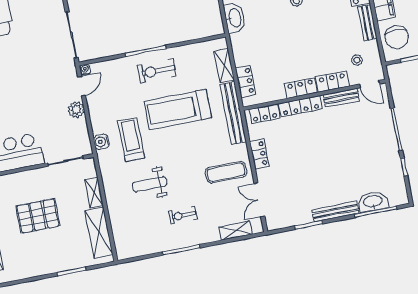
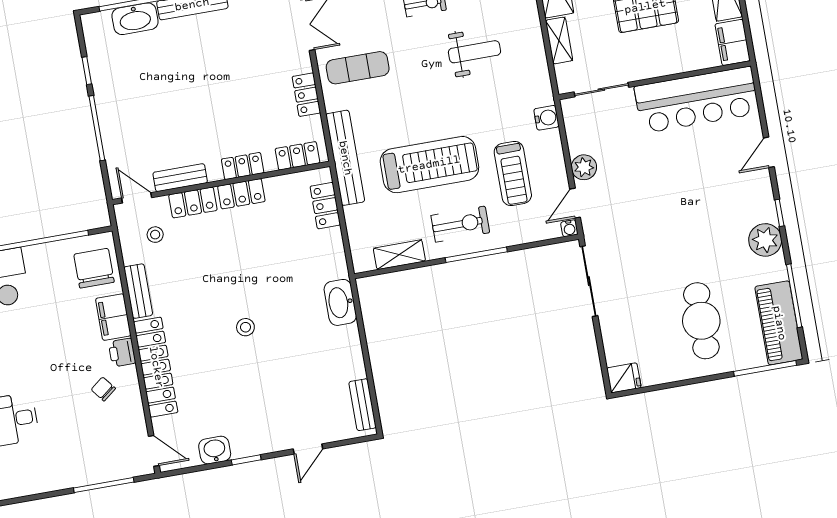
shelving: (224, 66) -> (399, 255), moved, turned 90
locker: (300, 106) -> (243, 166), width x0.66
treadmill: (131, 140) -> (513, 173), moved

